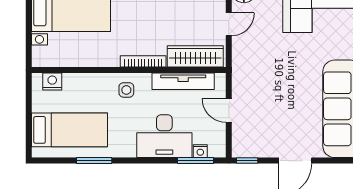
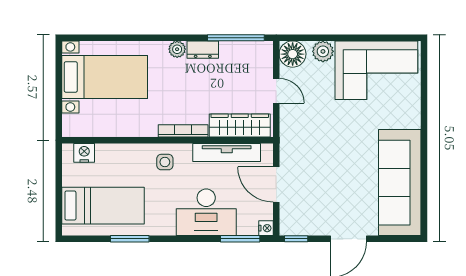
door: (229, 24) -> (276, 91), hinge flipped
door: (229, 111) -> (276, 184), width x1.38
nightstand: (200, 151) -> (266, 228), moved, turned -90

